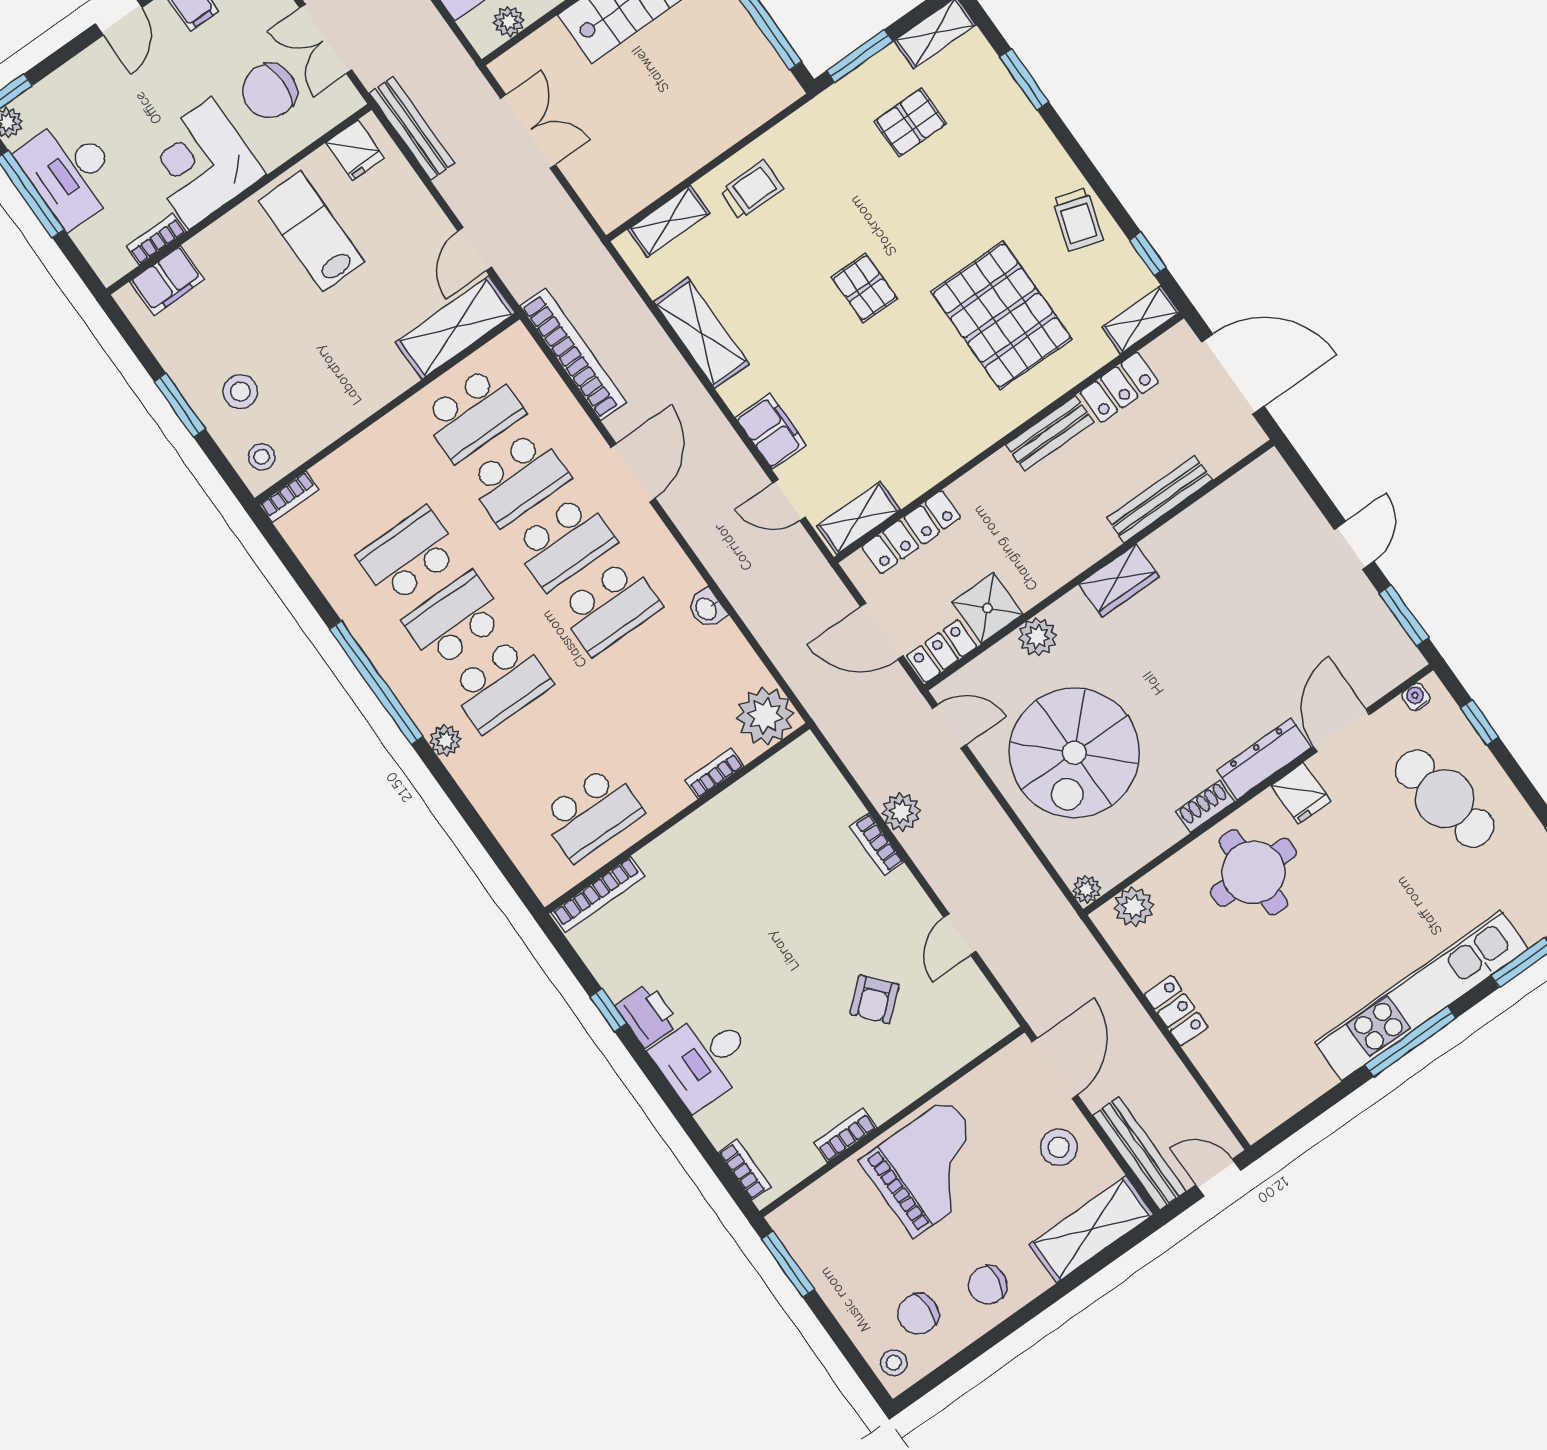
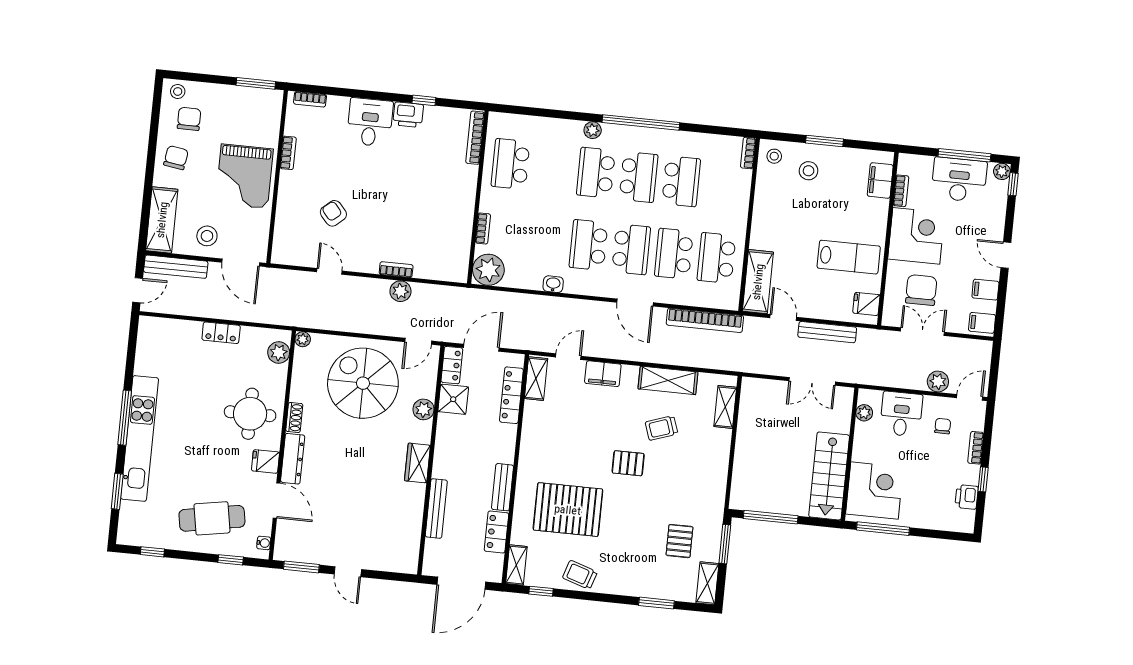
bench: (412, 128) -> (827, 332), moved
trolley: (752, 190) -> (661, 428), moved, turned 71
school desk: (564, 543) -> (631, 249), turned 180

